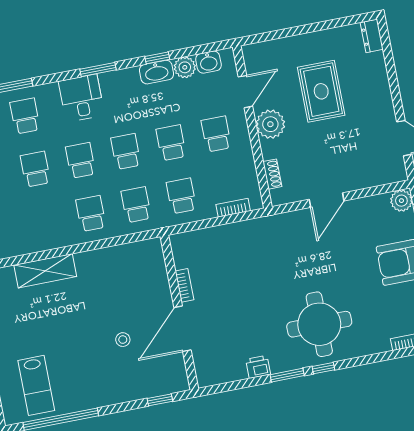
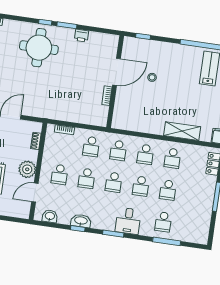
plant: (185, 67) -> (64, 218), removed
school desk: (46, 222) -> (172, 158), added

